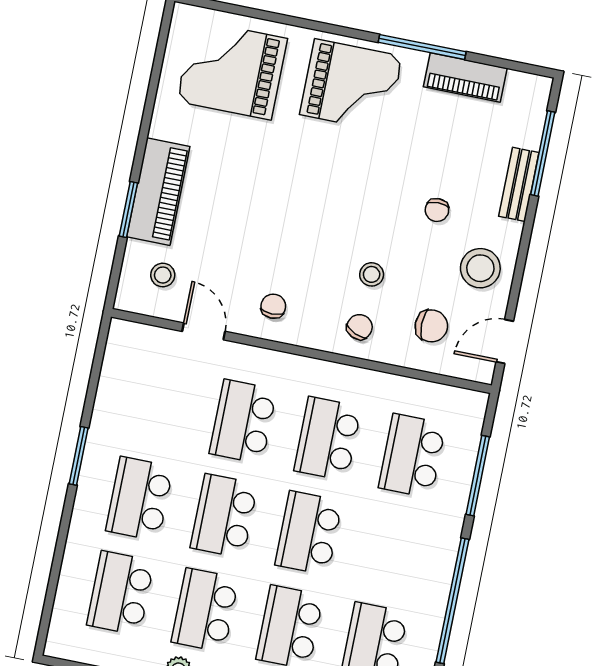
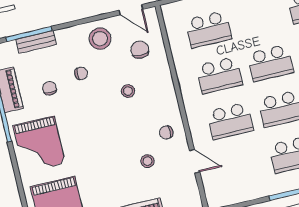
grand piano: (351, 85) -> (39, 144), turned 180
bench: (519, 184) -> (36, 42), moved
stool: (163, 275) -> (148, 161), moved
chair: (359, 327) -> (50, 88), moved, turned 66
door: (204, 331) -> (195, 161), swing flipped

